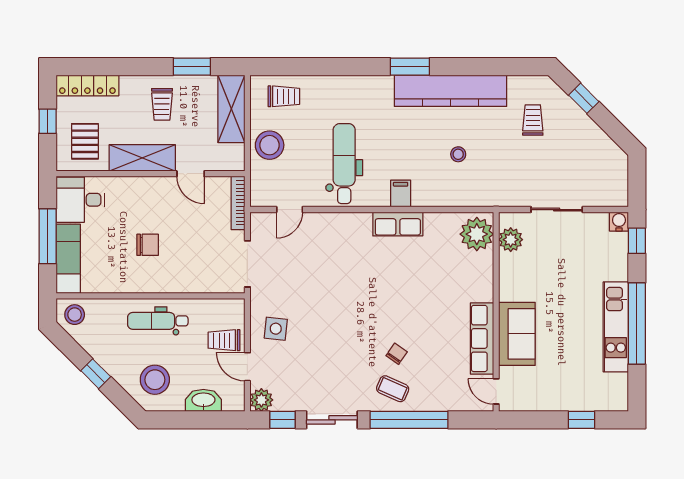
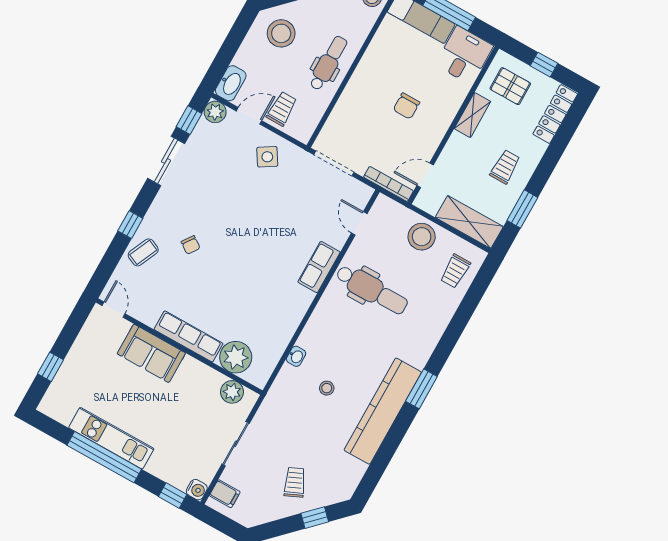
trolley: (162, 104) -> (505, 167), turned 90
trolley: (533, 120) -> (295, 482), moved, turned -114
shelving: (142, 158) -> (472, 115), width x0.67, depth x0.75
door: (191, 174) -> (425, 175), moved
filing cabinet: (401, 194) -> (225, 494), moved
washbasin: (445, 199) -> (296, 356), added
row of seats: (398, 224) -> (319, 267), moved
plant: (477, 234) -> (236, 357), moved
chair: (148, 245) -> (406, 106), moved
side table: (276, 329) -> (267, 157), turned -38
row of seats: (482, 338) -> (188, 336), moved
coffee table: (393, 389) -> (143, 252), moved
door: (496, 391) -> (114, 310), hinge flipped
washbasin: (203, 400) -> (231, 83), moved
window: (409, 420) -> (130, 225), width x0.32

